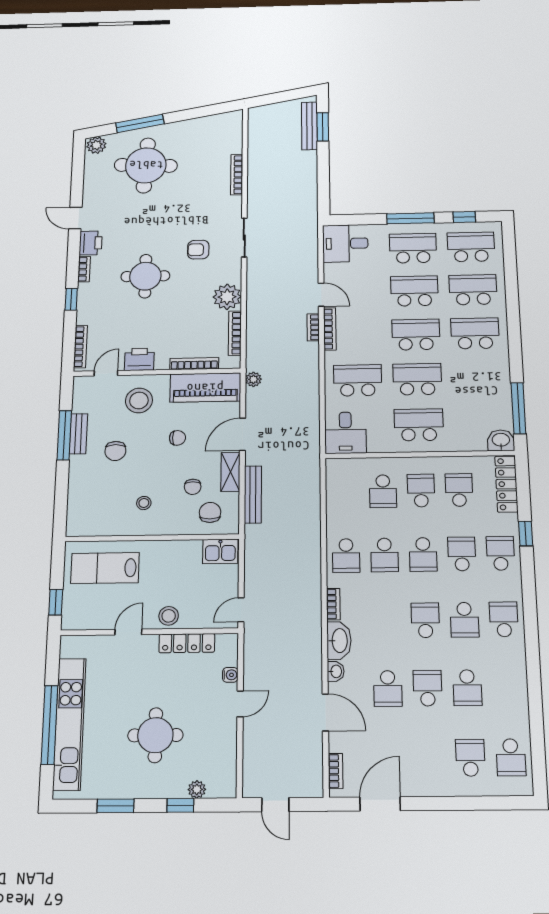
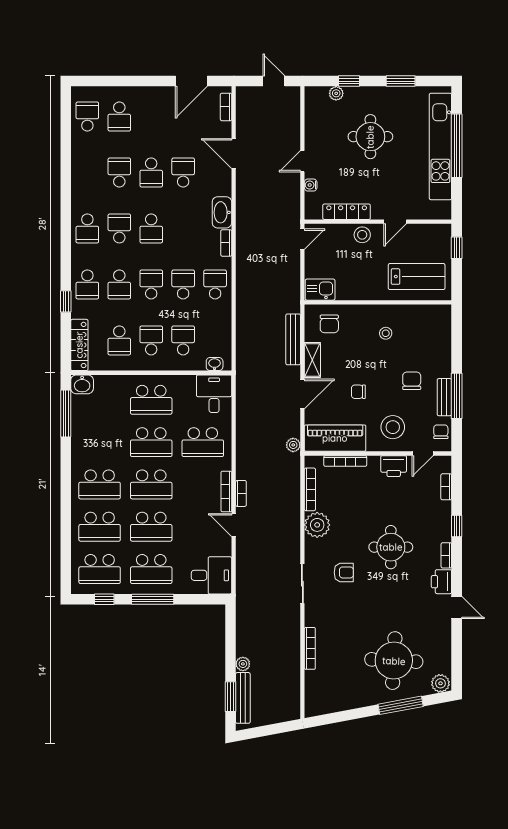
plant: (310, 158) -> (243, 664), added
bookcase: (80, 347) -> (446, 487), width x0.64
chair: (193, 487) -> (441, 432), moved
school desk: (421, 491) -> (151, 340), turned 180
washbasin: (336, 671) -> (215, 364), moved, turned 90

